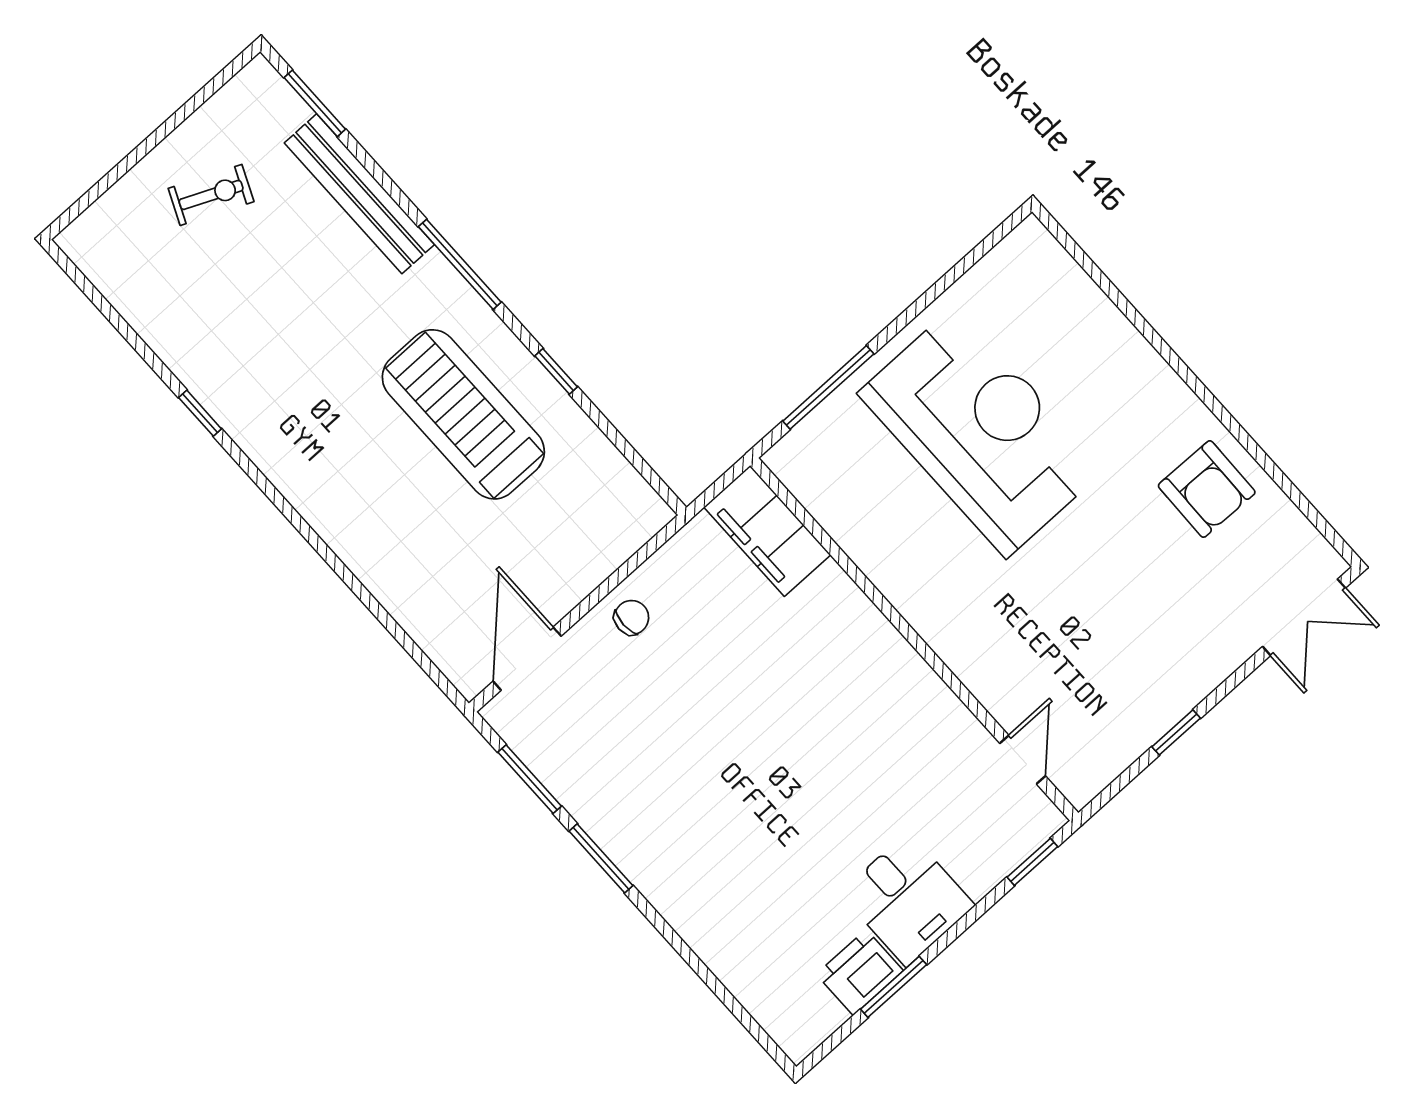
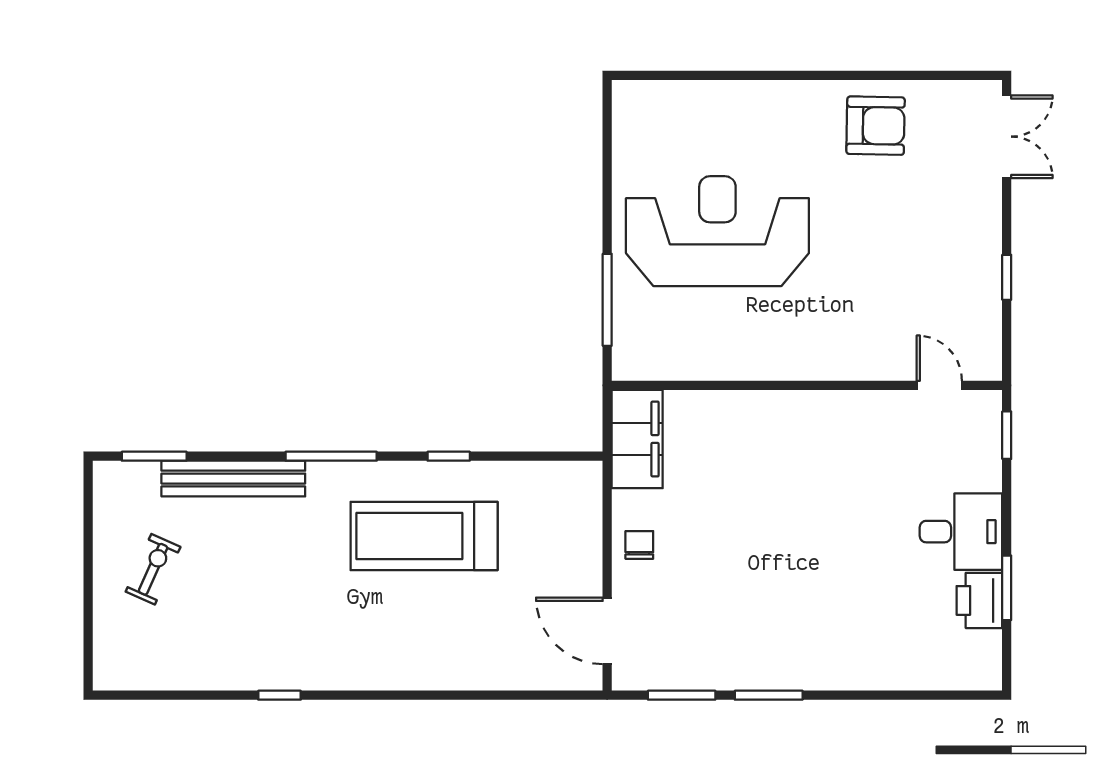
filing cabinet: (767, 531) -> (637, 439), moved, turned -90

